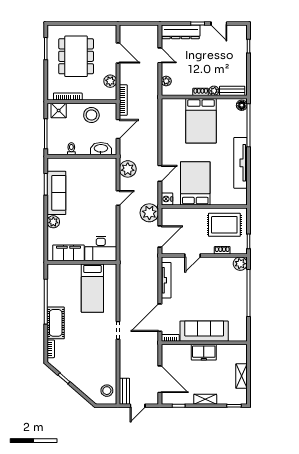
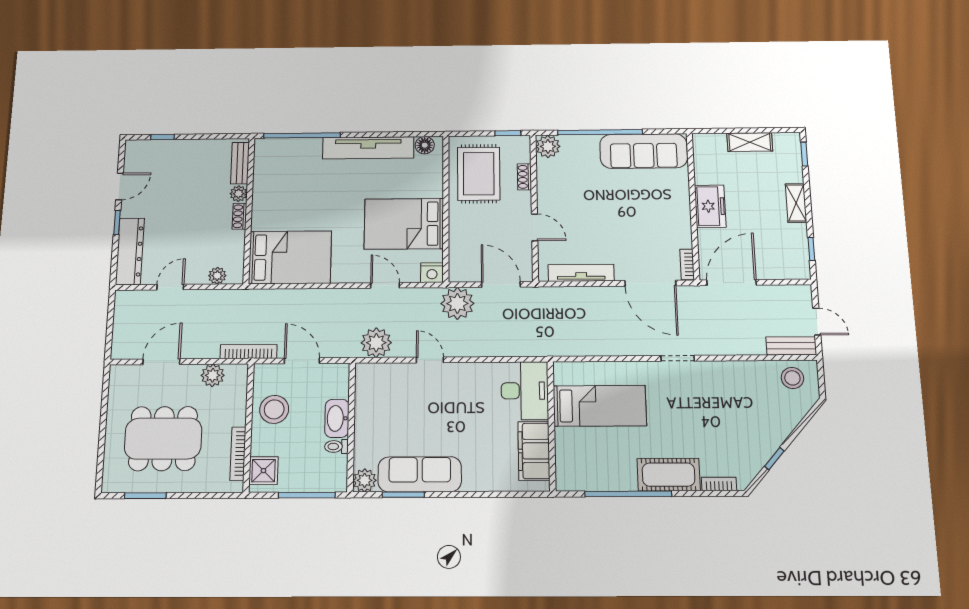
floor lamp: (242, 105) -> (425, 145), moved
bed: (201, 121) -> (290, 257), moved
washbasin: (101, 149) -> (337, 418), moved
plant: (53, 222) -> (365, 480), moved
sofa: (204, 331) -> (644, 151), moved, turned -90
door: (160, 379) -> (732, 283), moved

